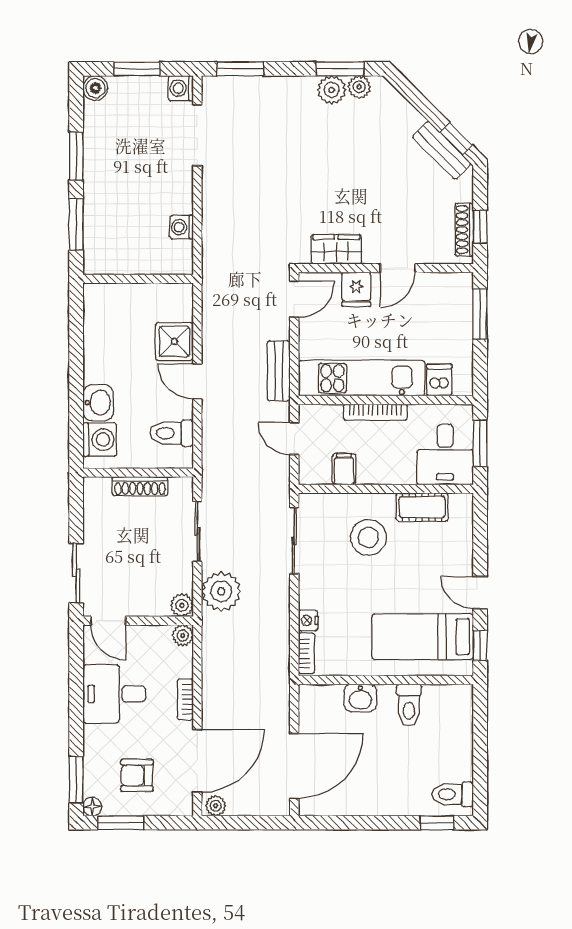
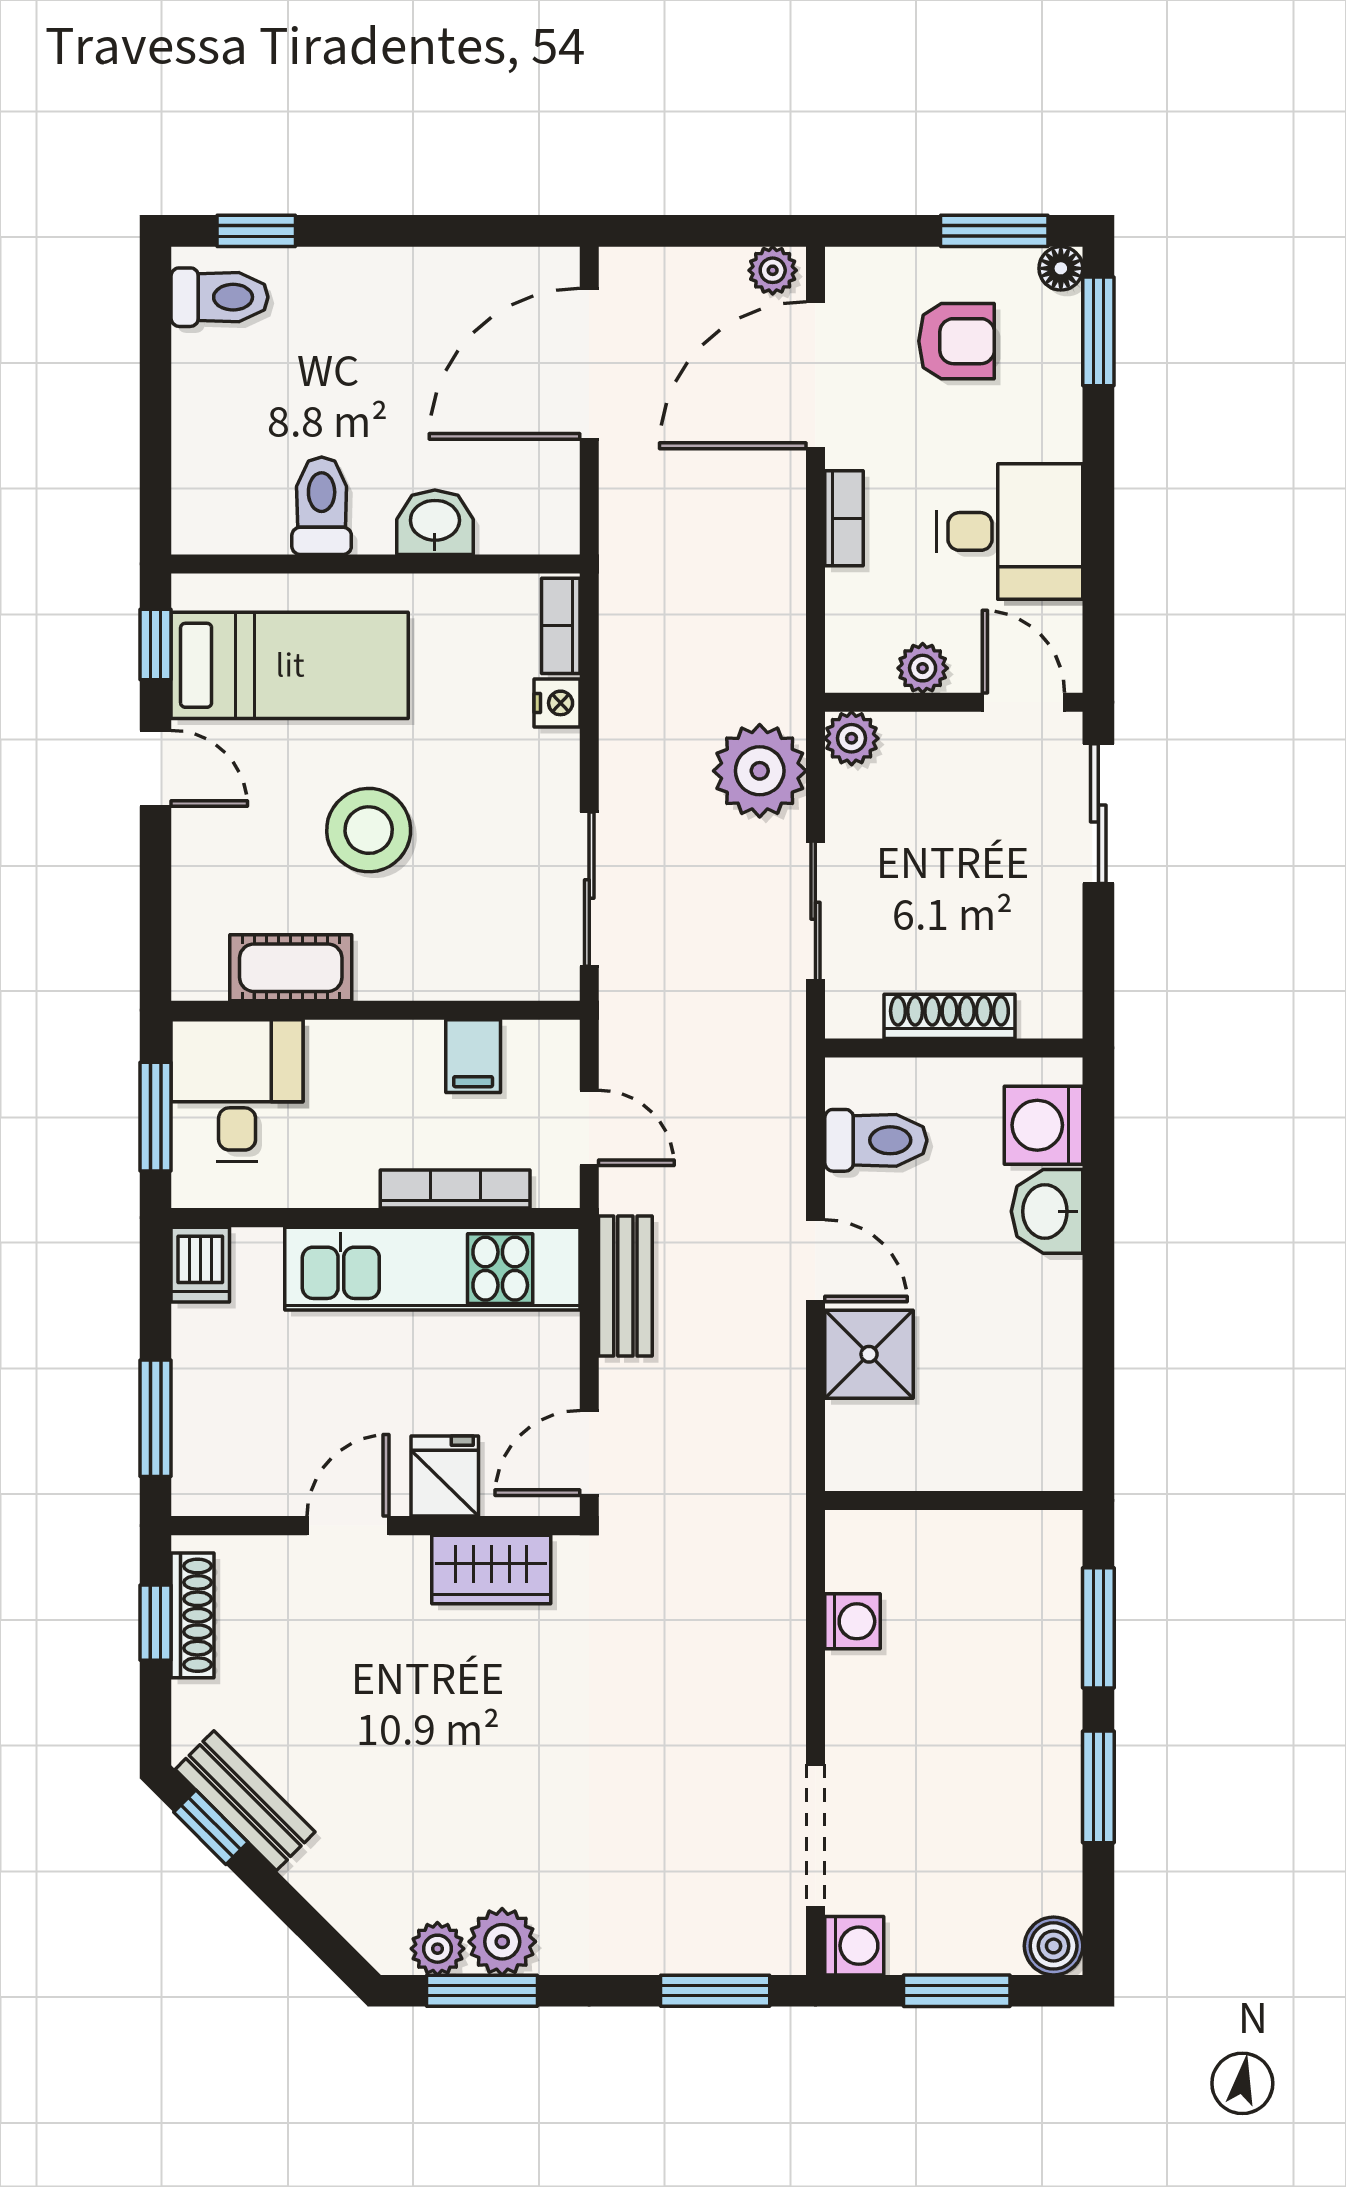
dishwasher: (439, 380) -> (200, 1265), moved
bookcase: (375, 412) -> (455, 1189), moved
stool: (368, 537) -> (369, 830), moved
plant: (183, 635) -> (923, 668), moved

